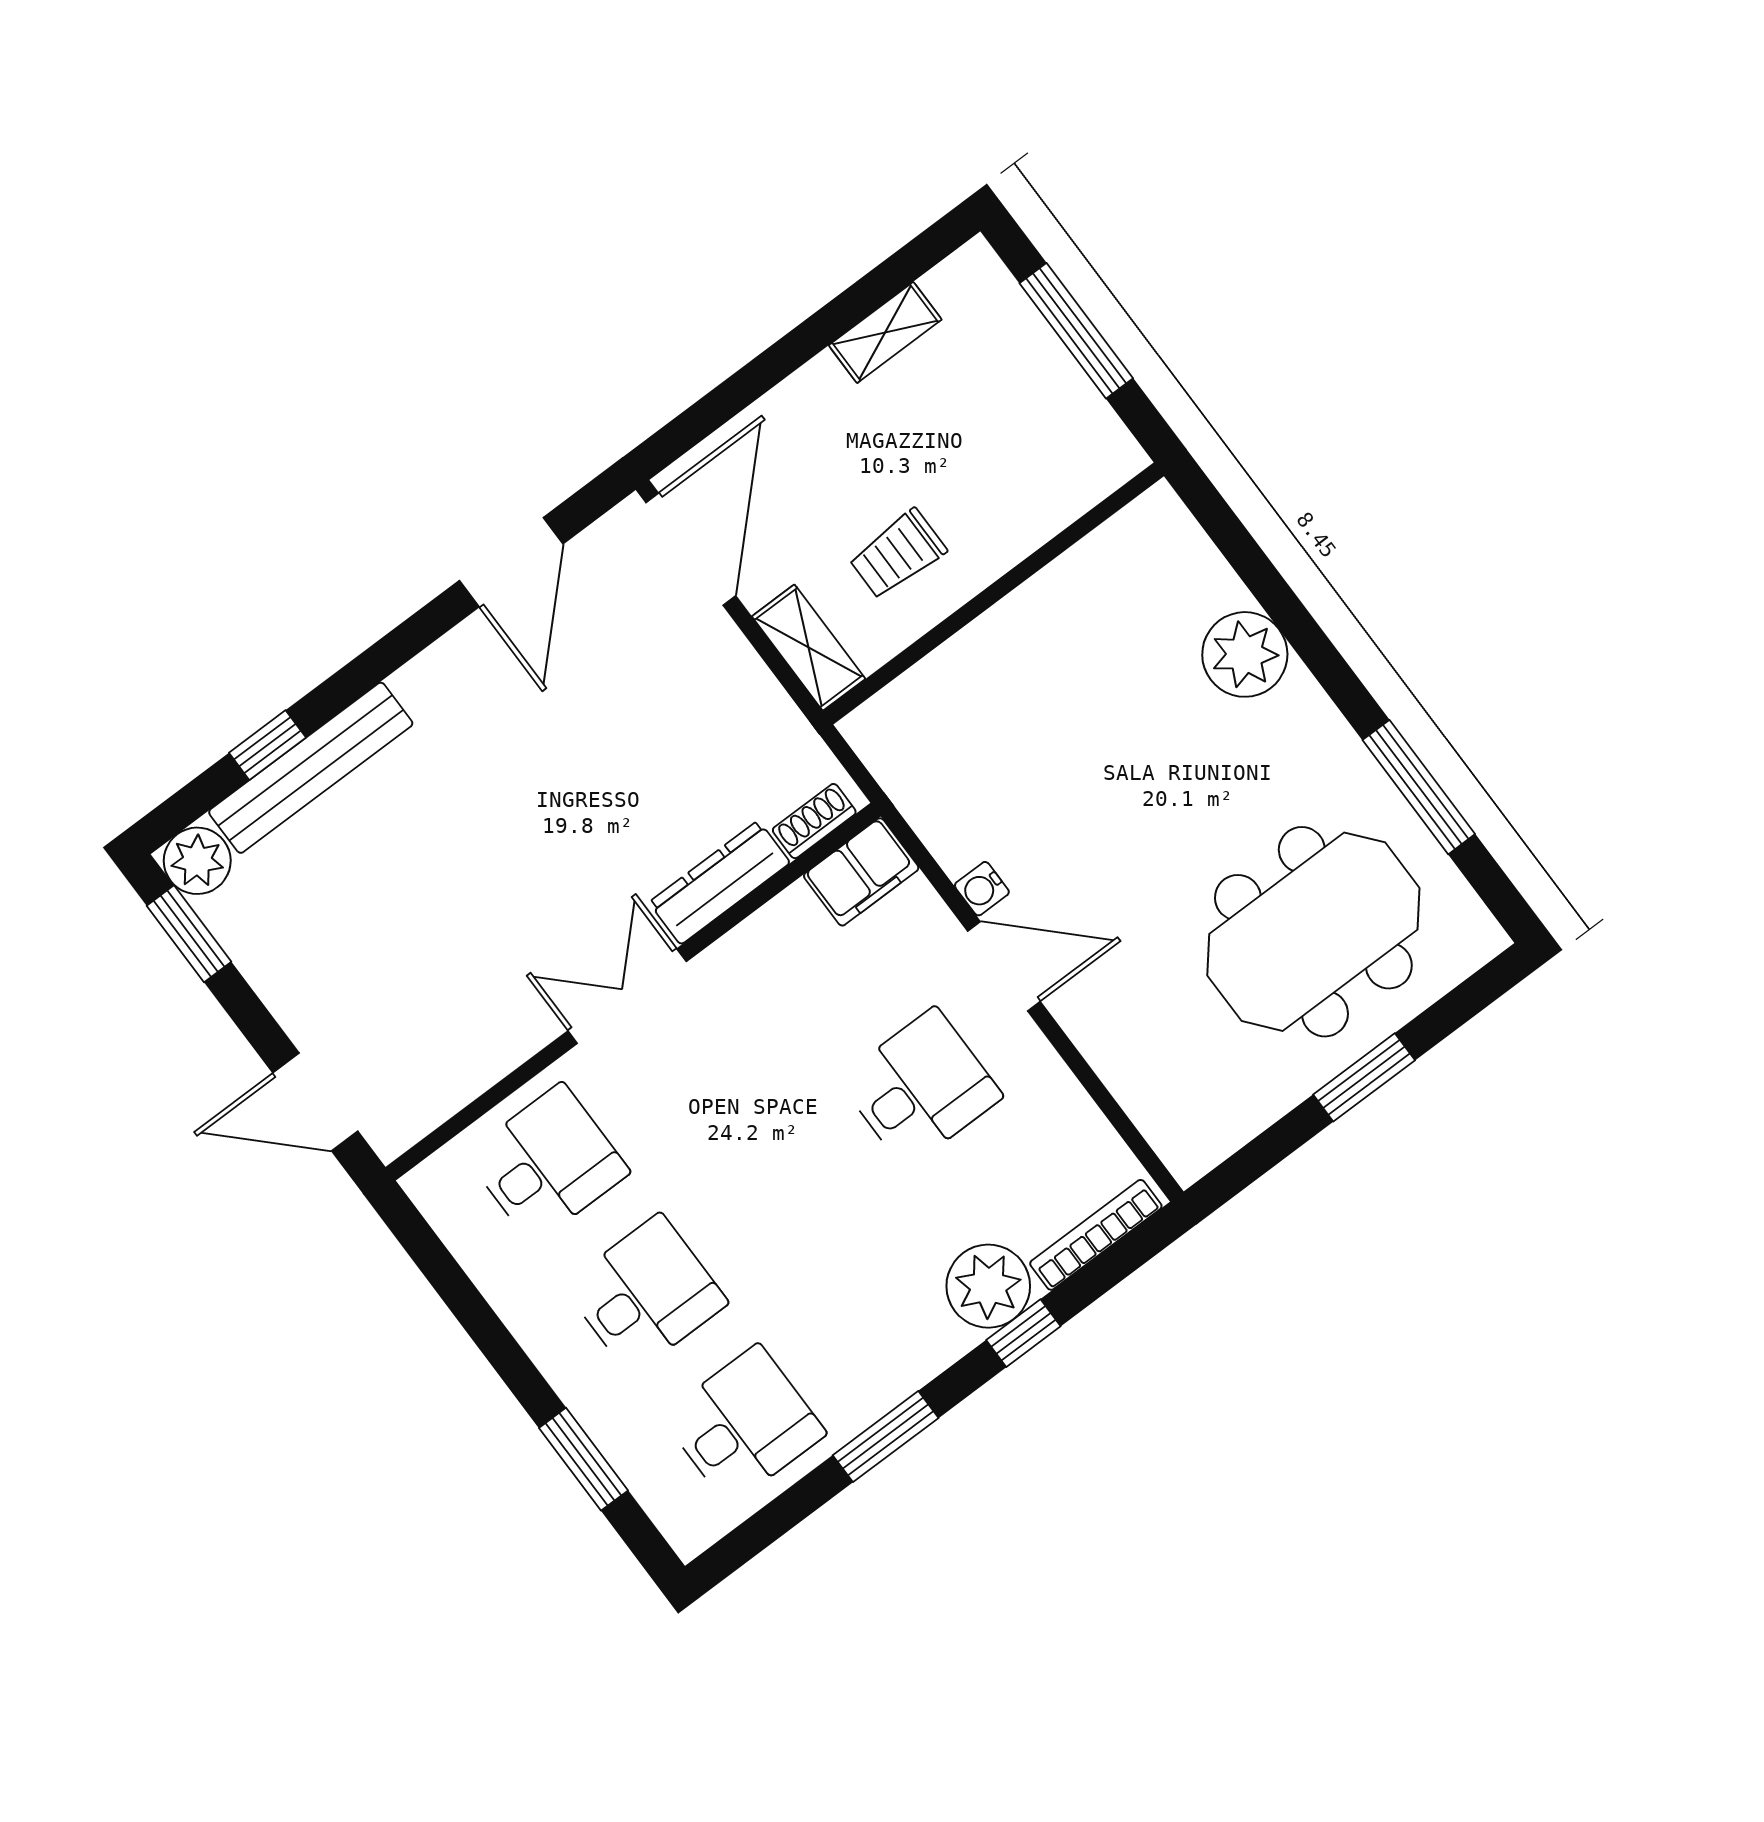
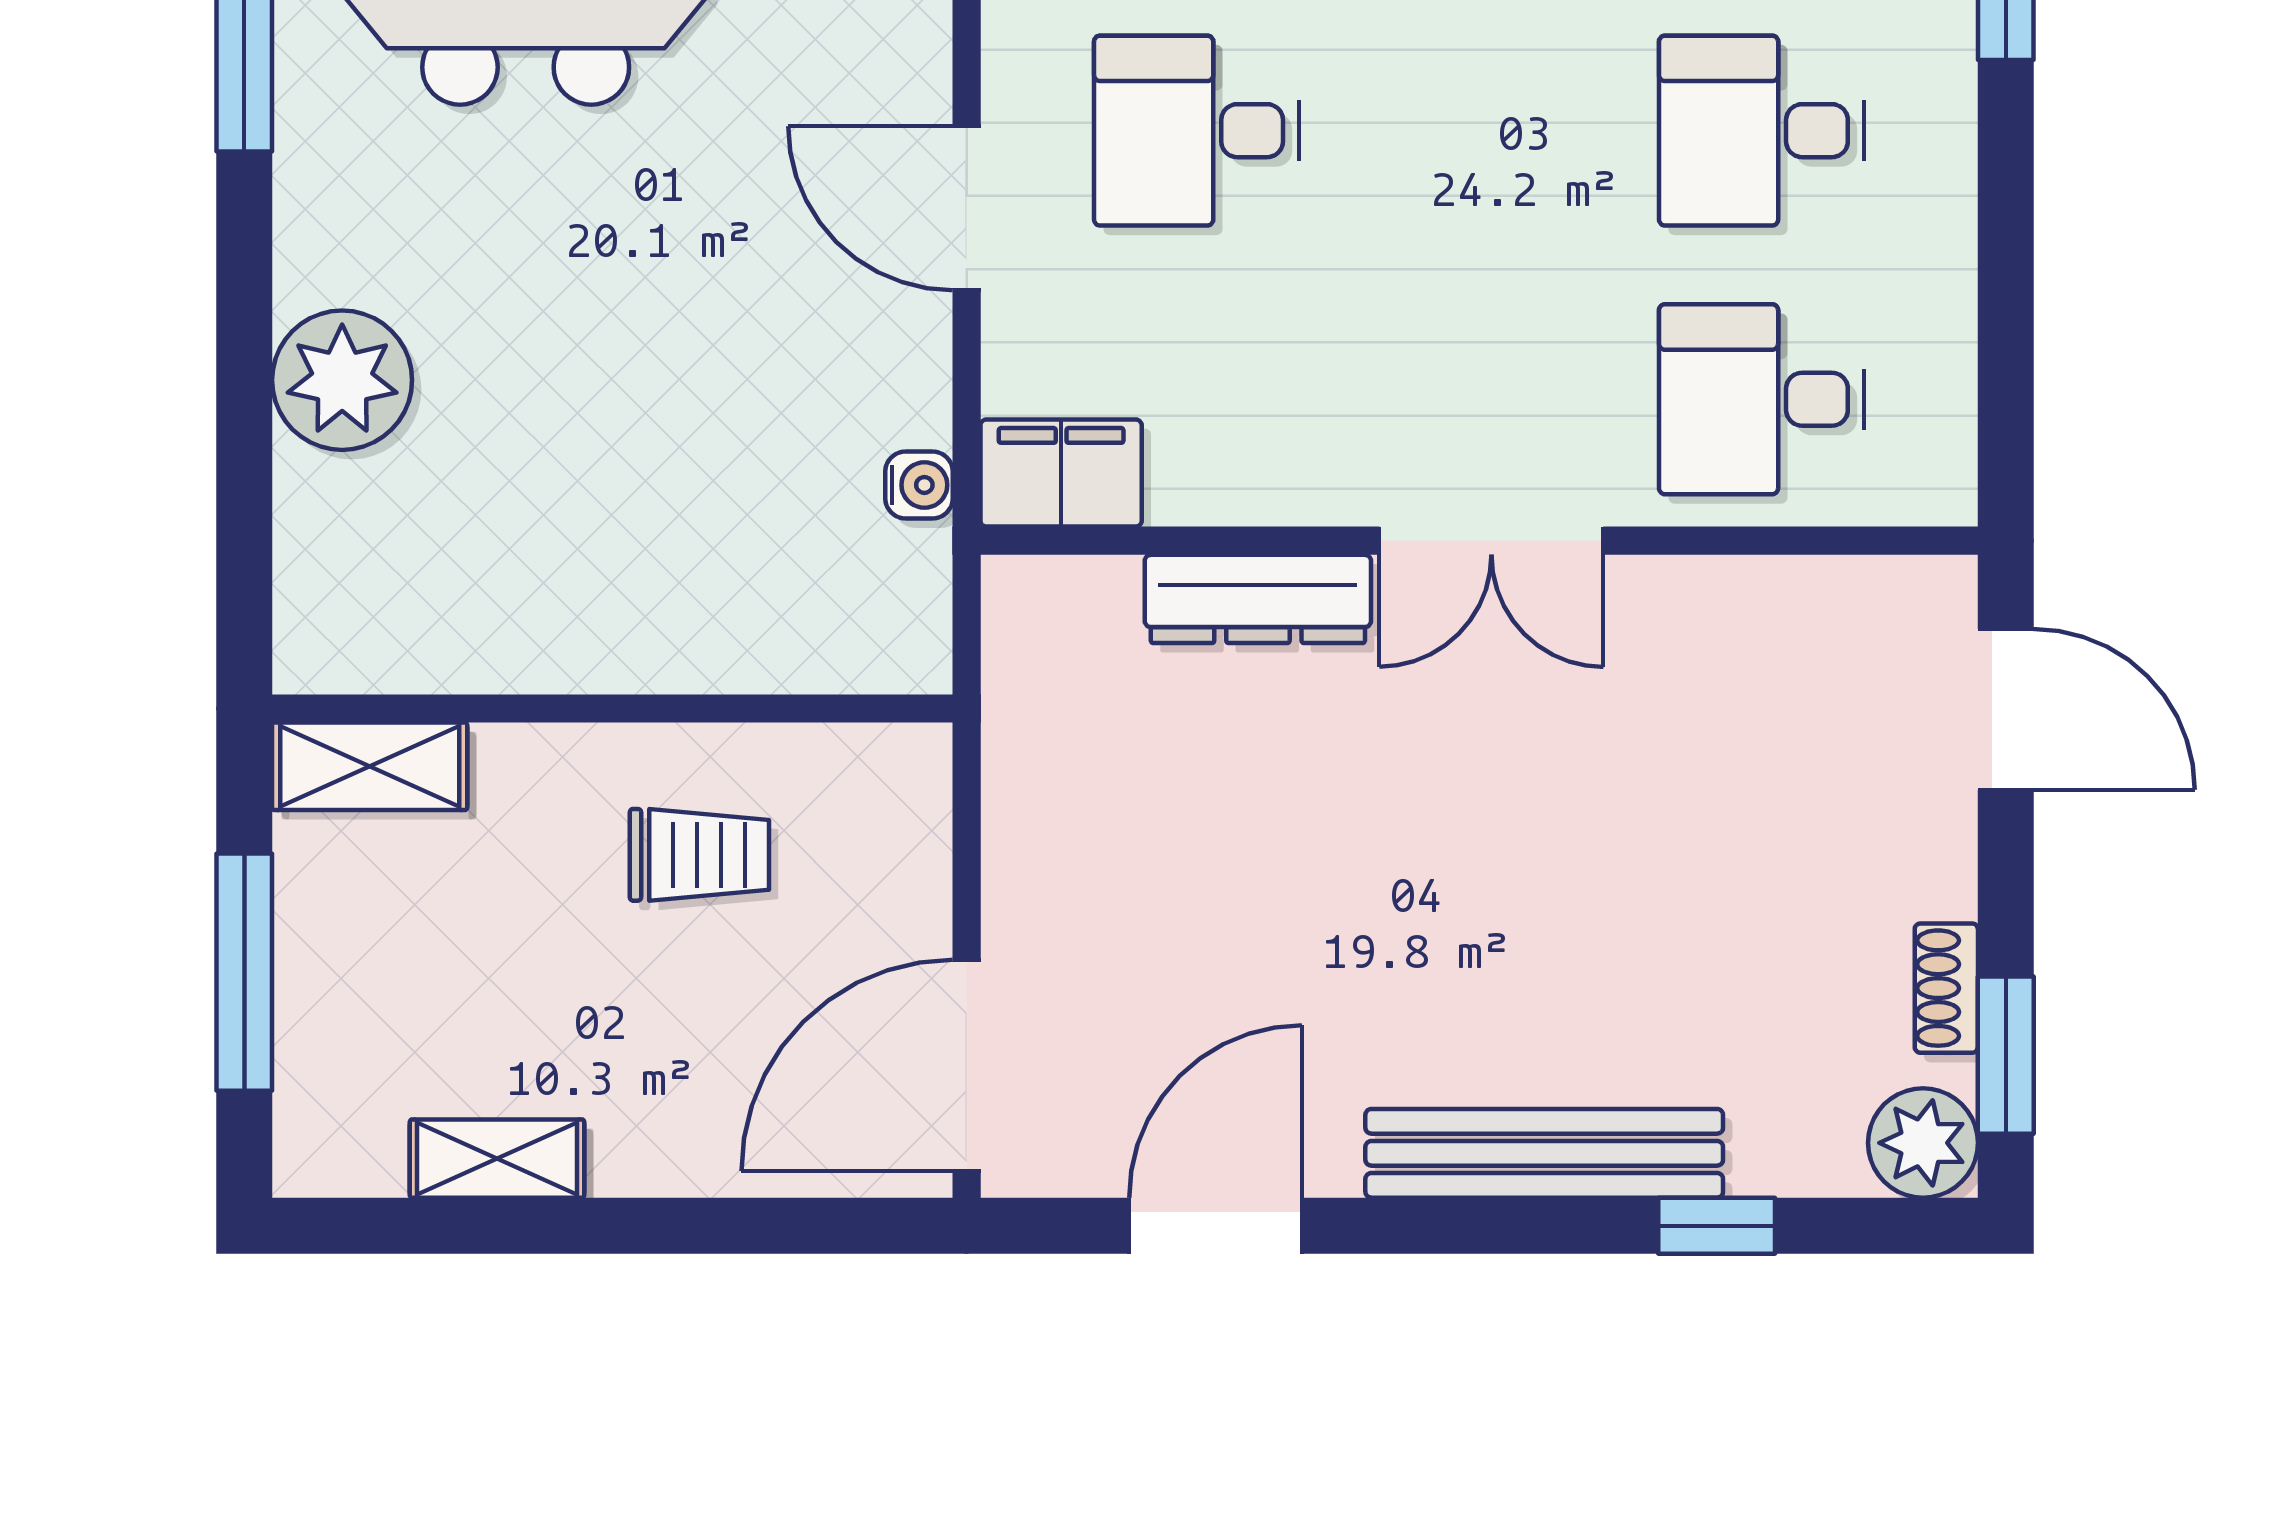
shelving: (809, 648) -> (370, 766), moved, turned 90
bench: (311, 768) -> (1544, 1153), moved
shoe rack: (814, 821) -> (1946, 988), moved, turned 90
water cooler: (982, 889) -> (919, 485), moved

